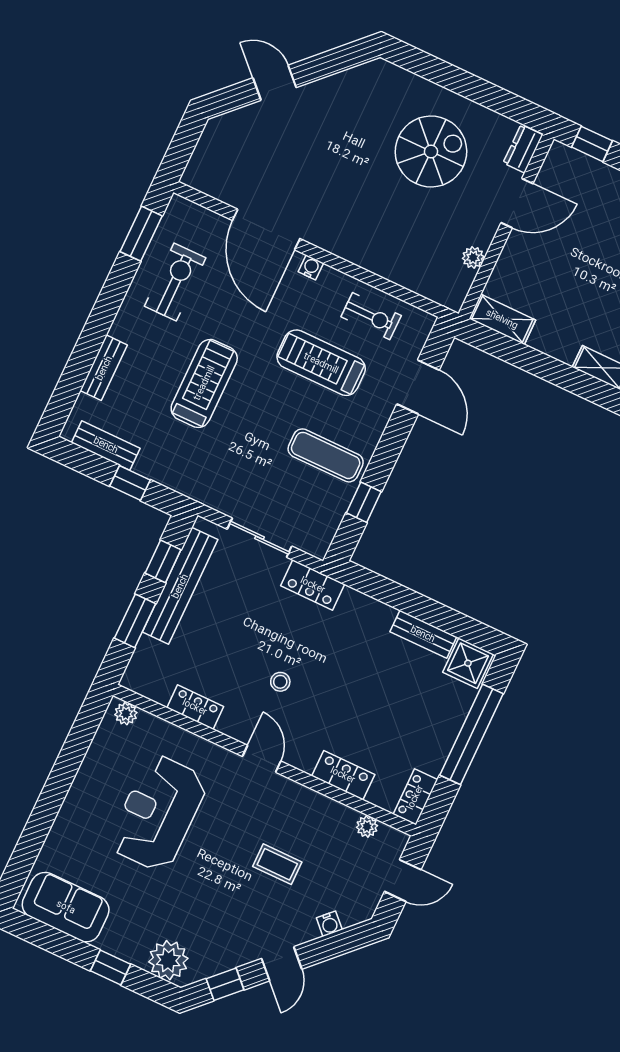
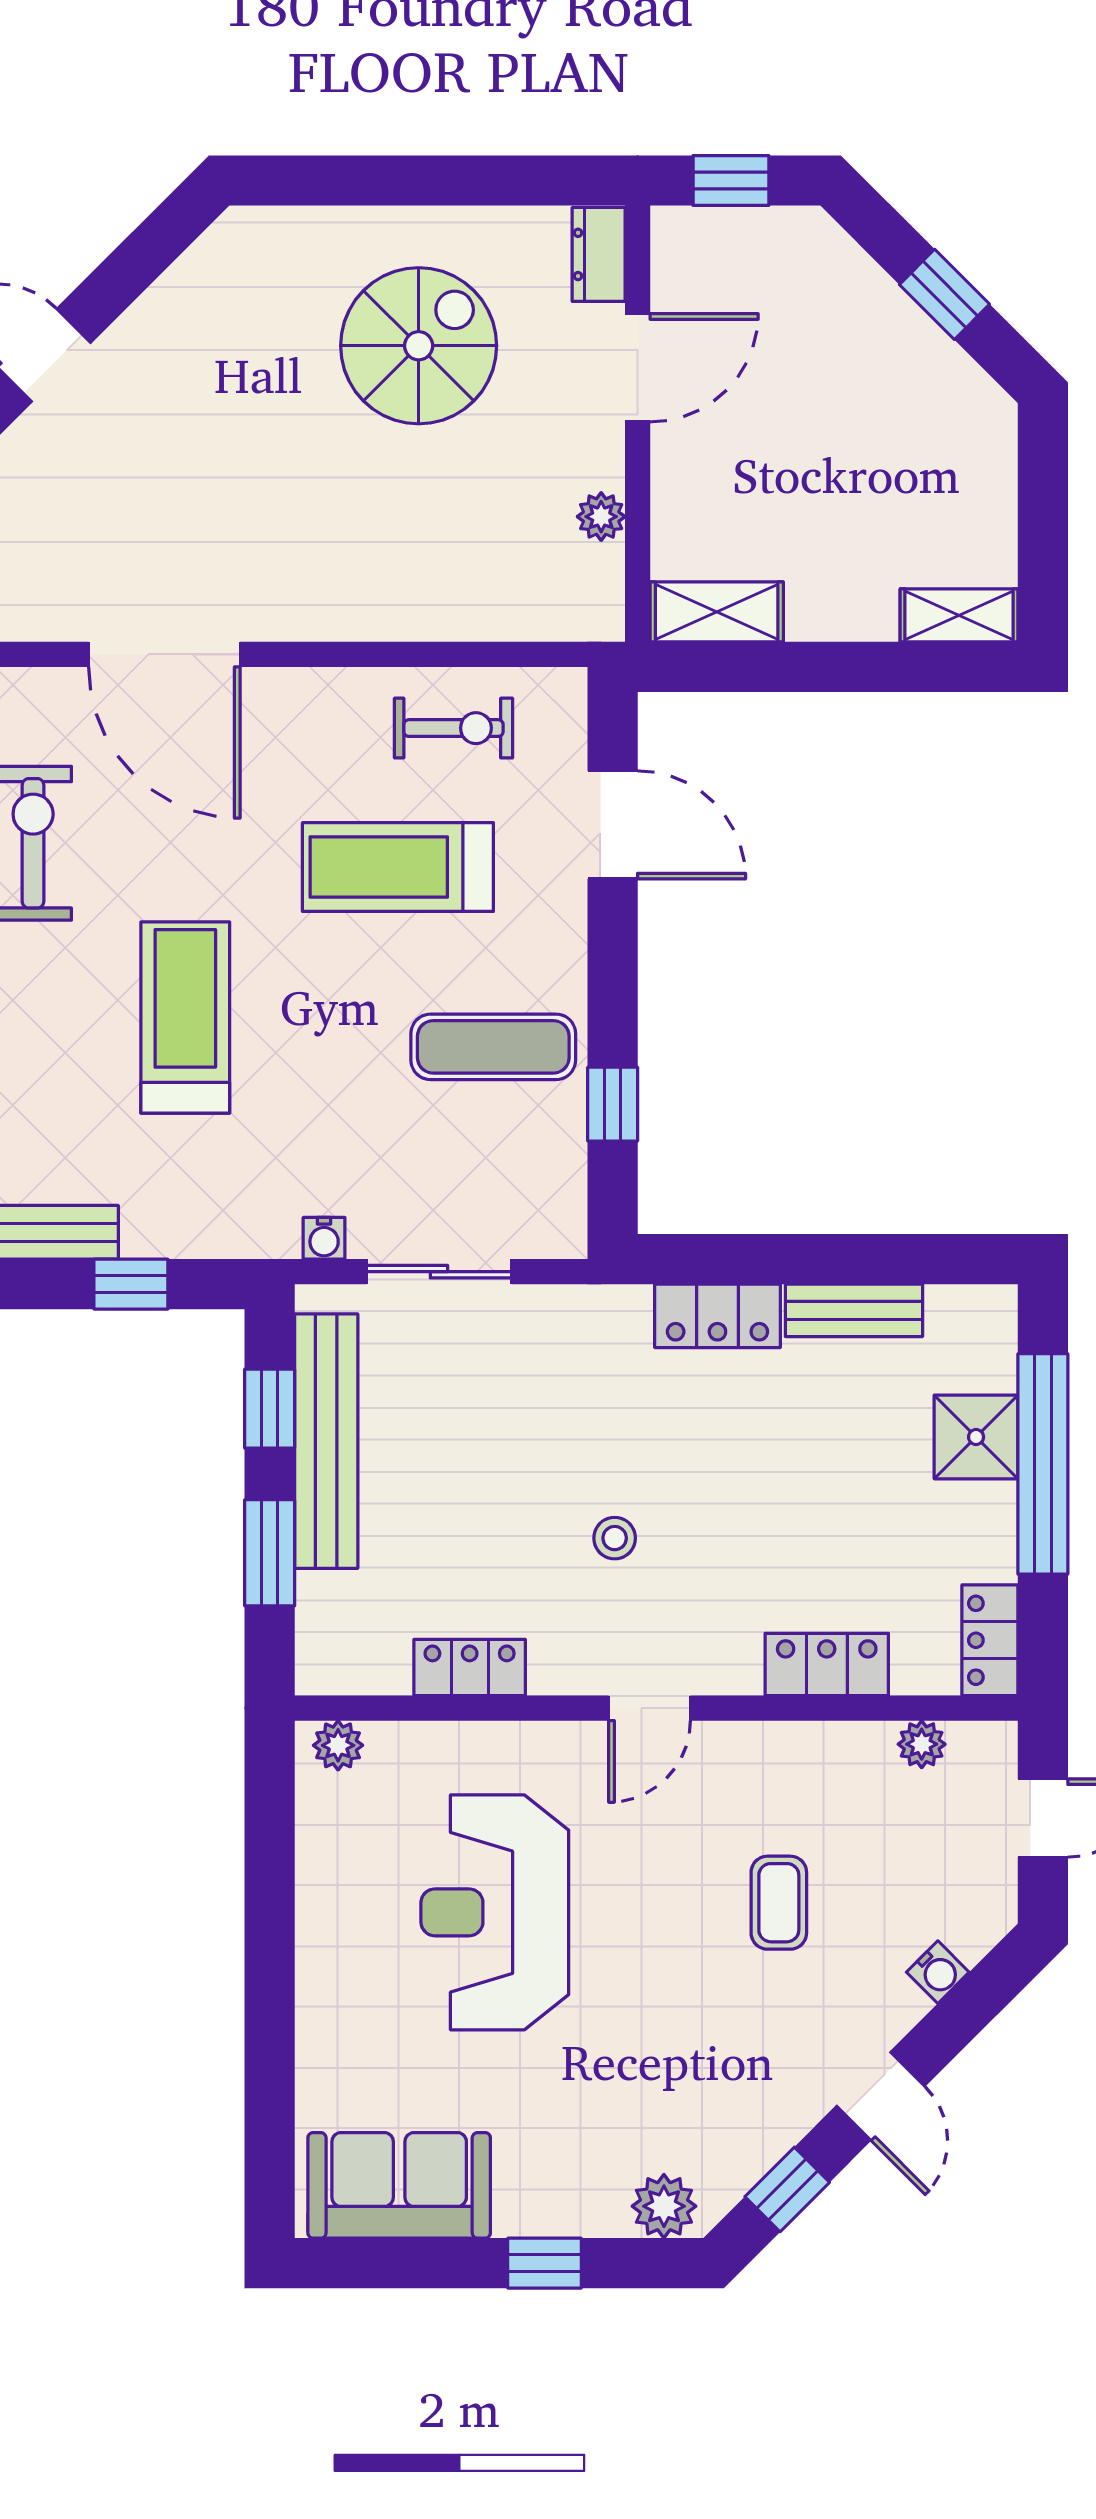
water cooler: (311, 267) -> (324, 1238), moved, turned 180
locker: (313, 585) -> (717, 1316), moved
shower: (468, 663) -> (976, 1437), moved
door: (262, 759) -> (649, 1708), swing flipped
coffee table: (277, 864) -> (779, 1903), turned 90
plant: (168, 960) -> (664, 2206), width x0.73, depth x0.73

